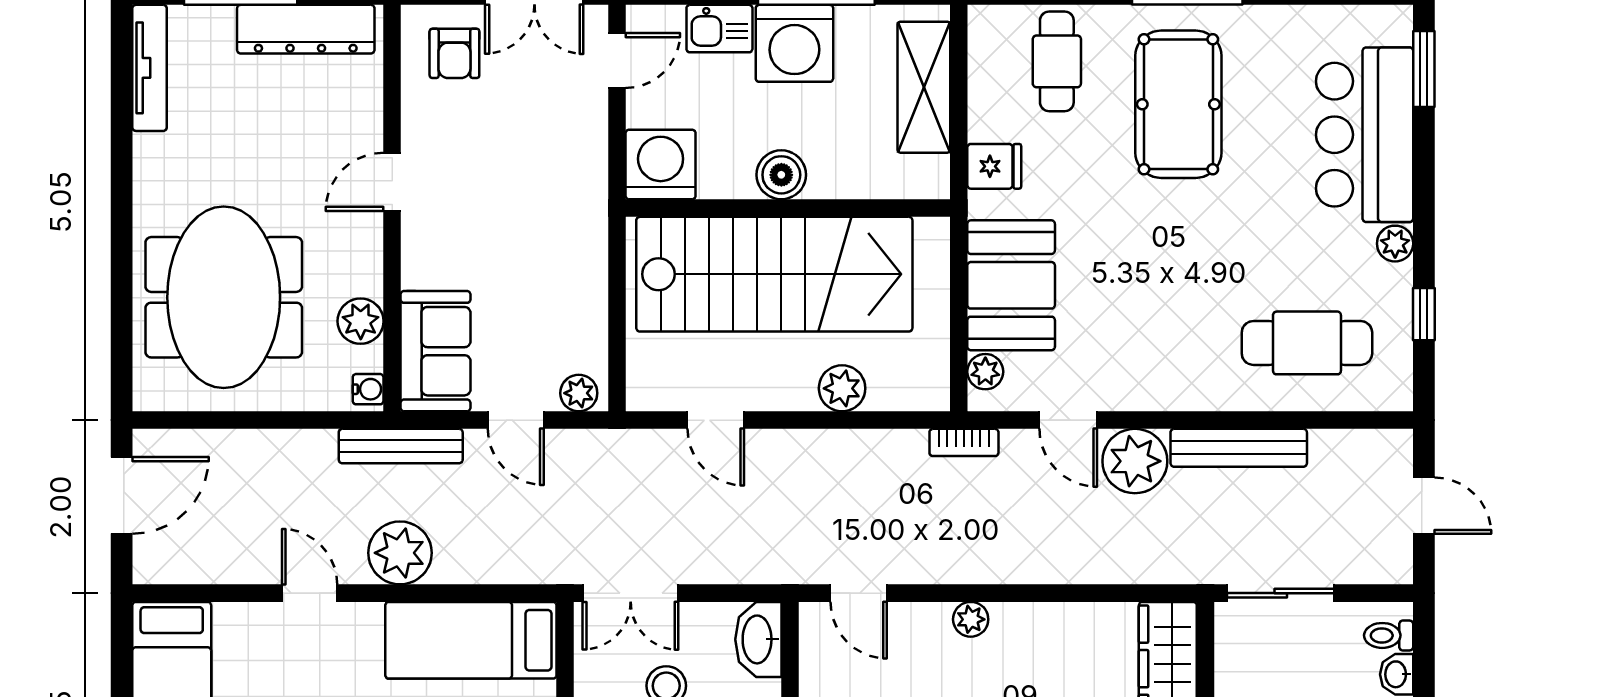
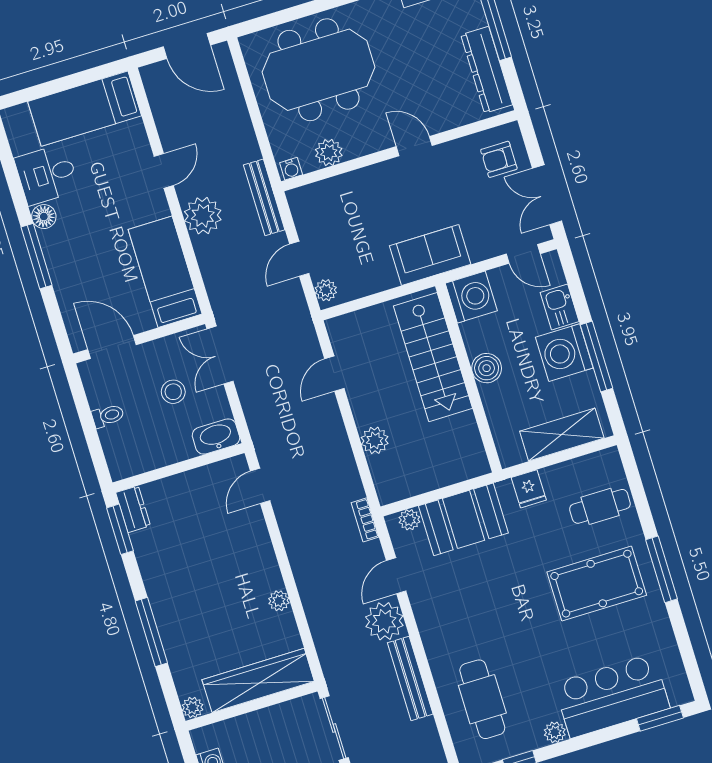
stairs: (774, 274) -> (433, 357), width x0.73, depth x0.66
sofa: (436, 351) -> (430, 255), moved, turned 180
plant: (971, 619) -> (279, 601), moved

